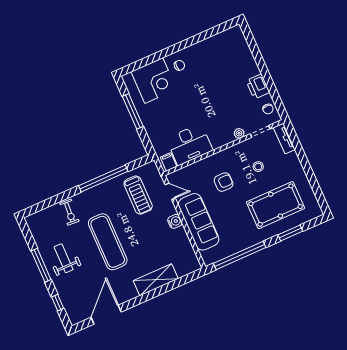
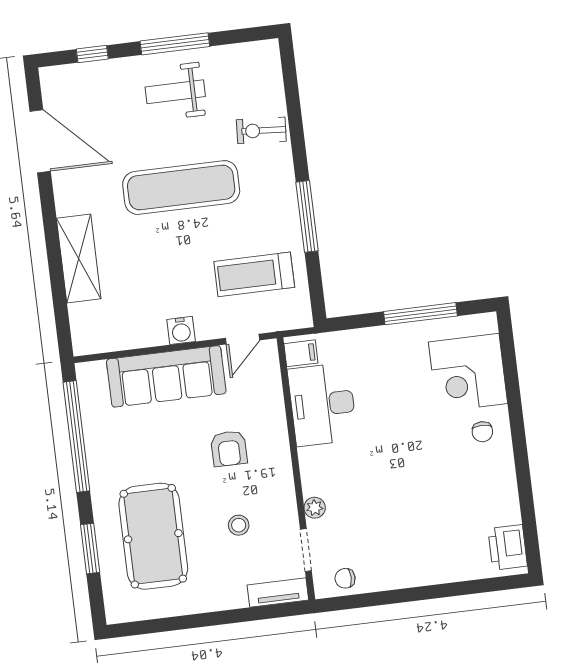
printer: (258, 86) -> (508, 547), moved, turned -90
window: (103, 179) -> (307, 216), width x0.68
weight bench: (64, 258) -> (175, 92), turned 180

